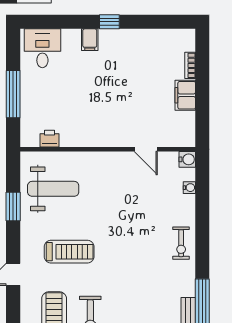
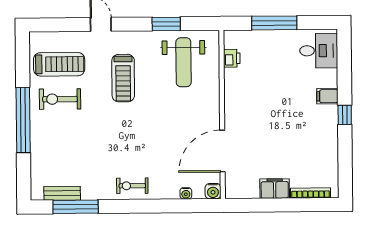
bookcase: (190, 65) -> (311, 193), width x1.56
door: (146, 149) -> (222, 151), width x1.88

